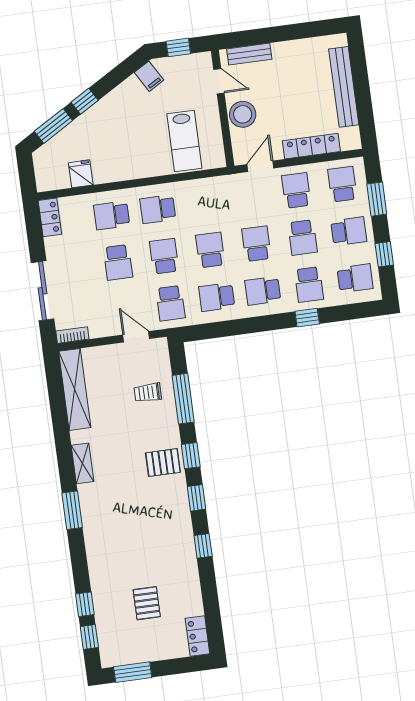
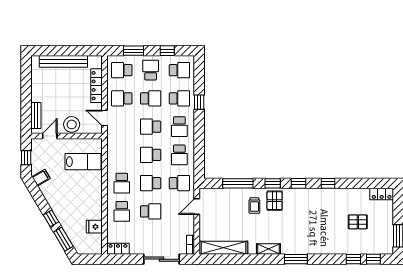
school desk: (355, 278) -> (179, 70), turned 90
trolley: (148, 393) -> (254, 205), moved

